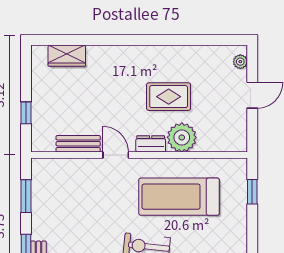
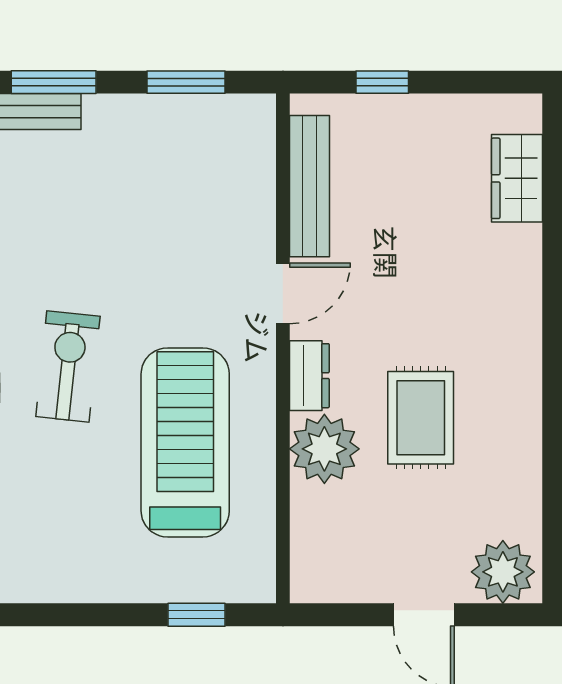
plant: (240, 62) -> (503, 572), width x1.87, depth x1.87
bench: (78, 144) -> (310, 186), width x1.36

